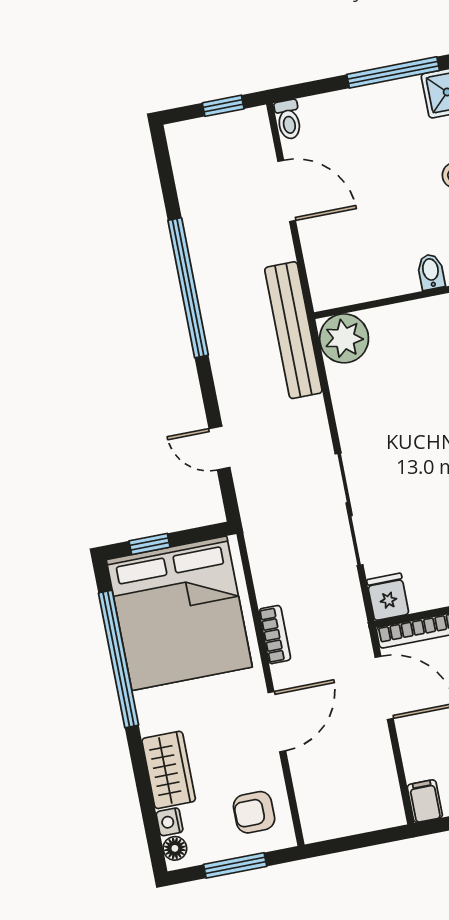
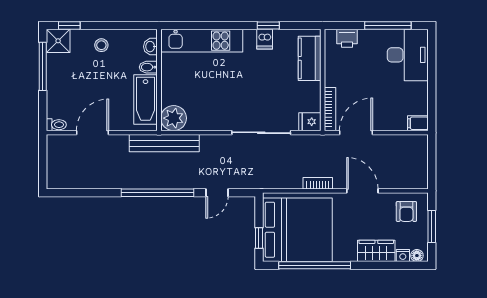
window: (223, 106) -> (43, 157), removed
bathtub: (369, 279) -> (145, 99), added
window: (188, 288) -> (158, 193), moved

